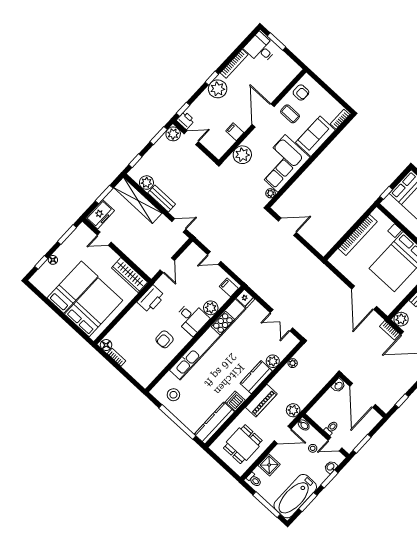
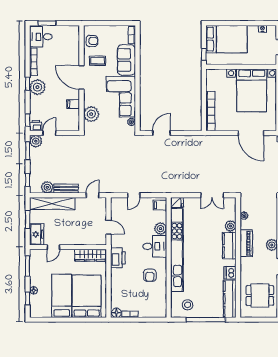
bookcase: (358, 235) -> (210, 111), moved
piano: (261, 401) -> (246, 243), moved
dining table: (243, 444) -> (260, 296), turned 90

